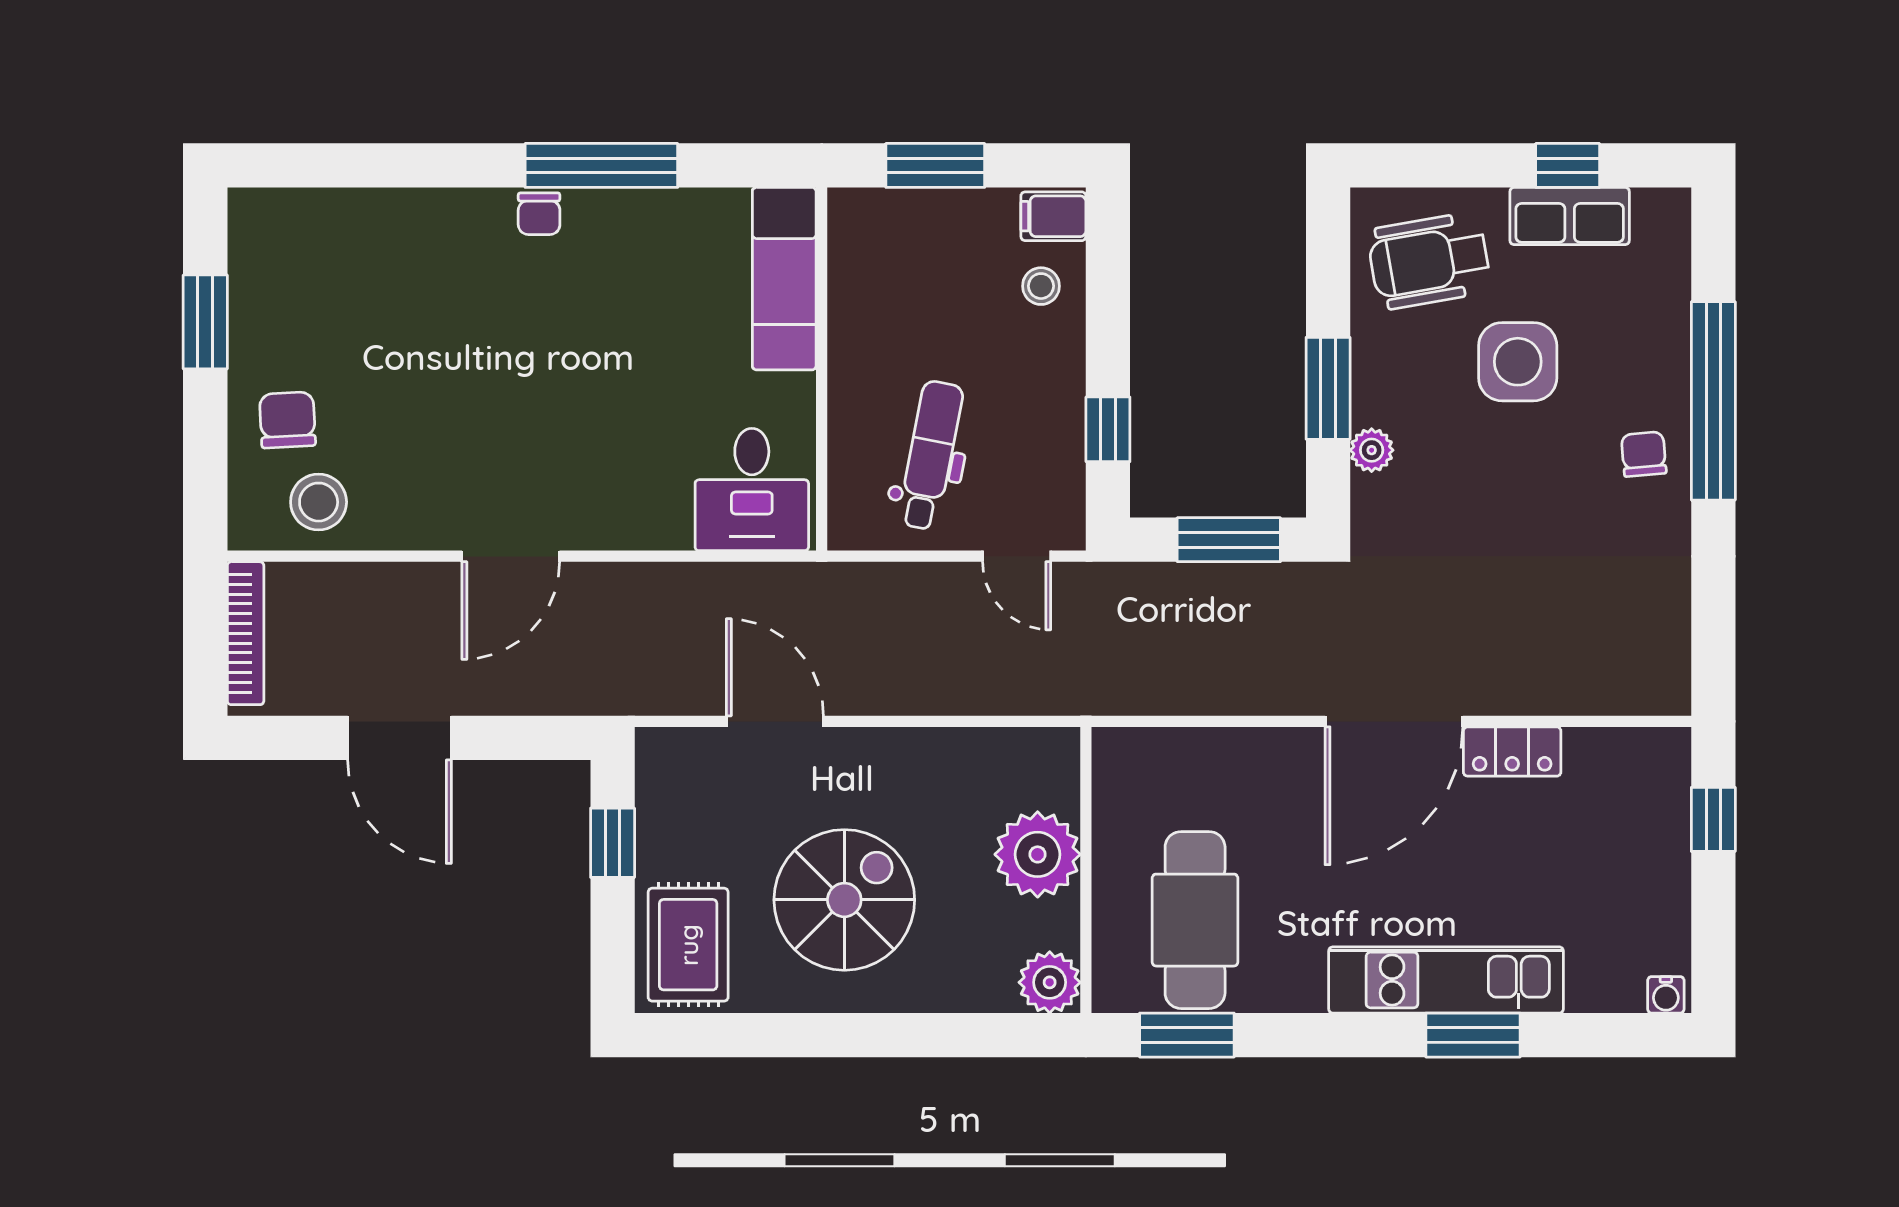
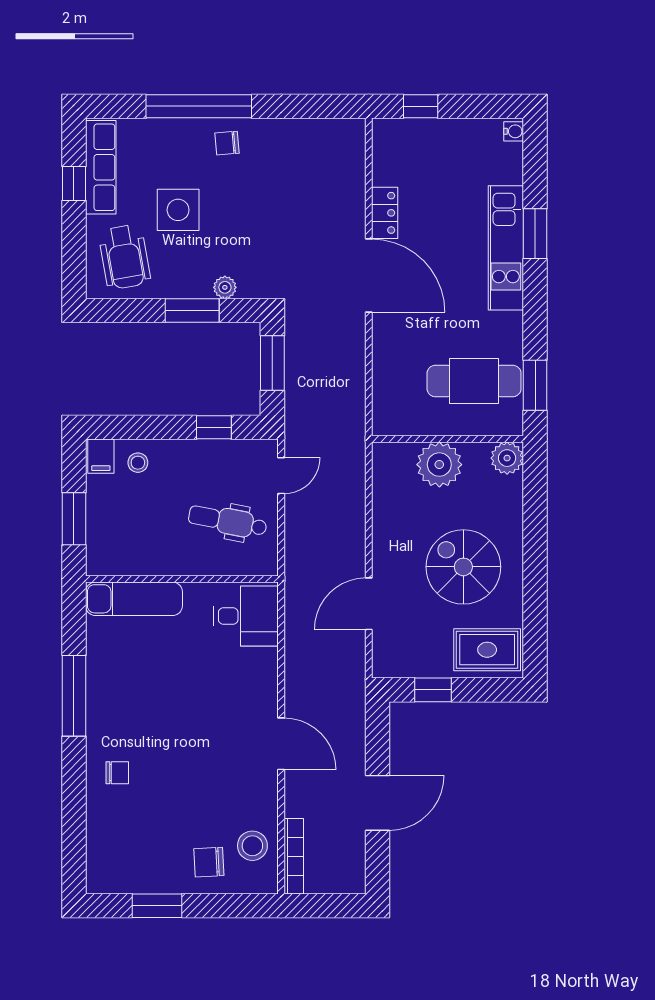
chair: (539, 214) -> (117, 773), moved
row of seats: (1570, 216) -> (101, 167), width x1.48
bookcase: (246, 633) -> (294, 856), moved, turned 90

